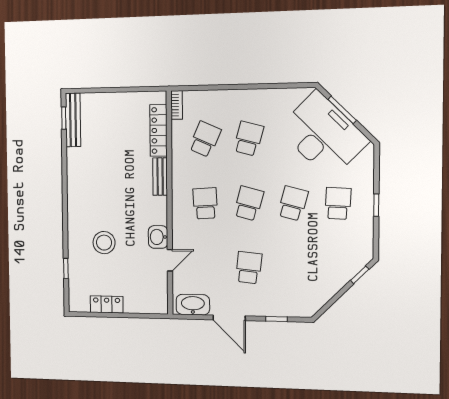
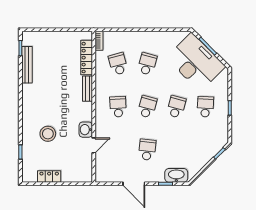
bench: (73, 120) -> (27, 65), moved
school desk: (205, 139) -> (118, 64), turned -39
washbasin: (193, 305) -> (176, 175), moved

